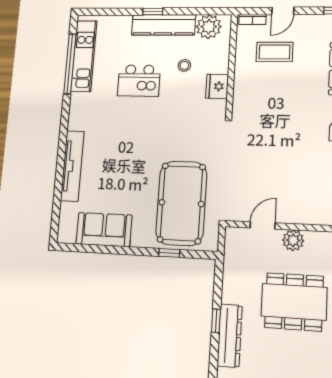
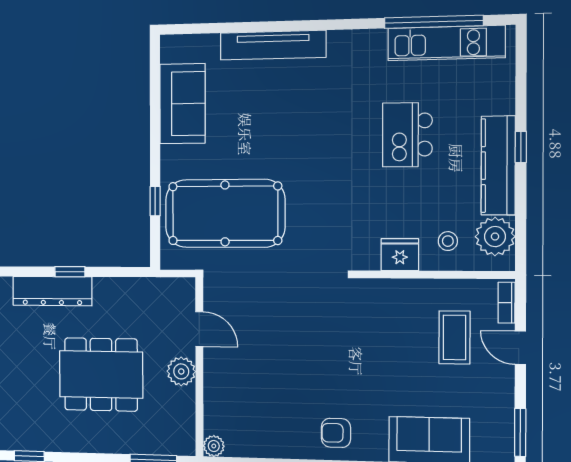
stool: (184, 65) -> (448, 241), moved
dining table: (294, 302) -> (101, 374), turned 90

